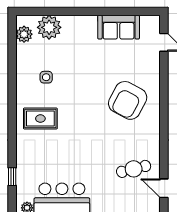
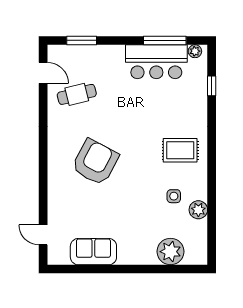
plant: (24, 34) -> (198, 210), moved
armchair: (128, 100) -> (95, 162), moved

